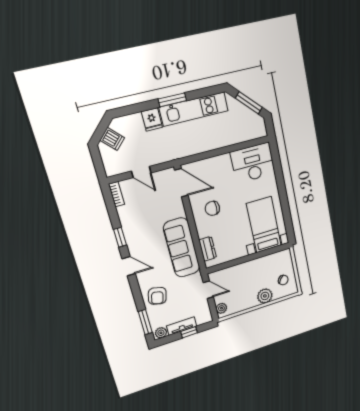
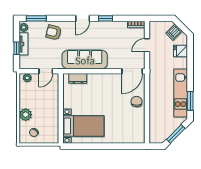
window: (172, 100) -> (190, 101), moved
fridge: (152, 119) -> (180, 51), moved
desk: (253, 163) -> (132, 128), removed
chair: (212, 208) -> (137, 102), moved

